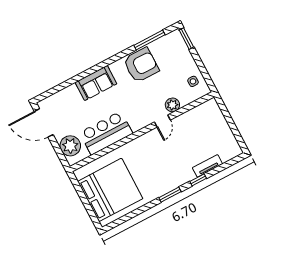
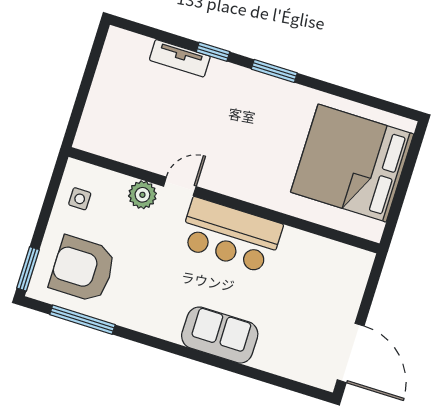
armchair: (141, 65) -> (83, 269), moved
bar counter: (106, 133) -> (231, 235), moved
plant: (70, 146) -> (346, 283), removed

